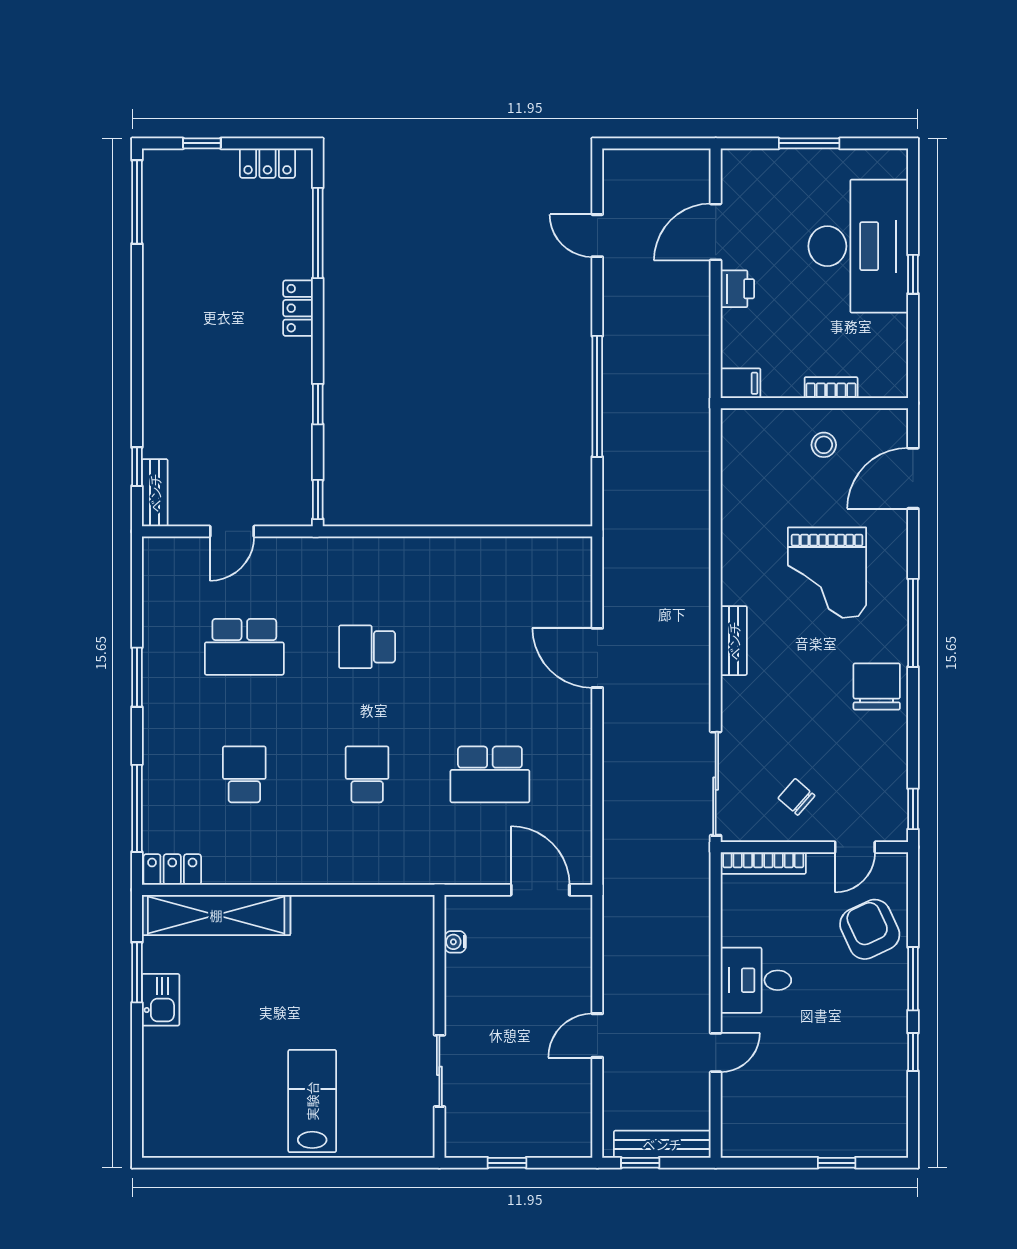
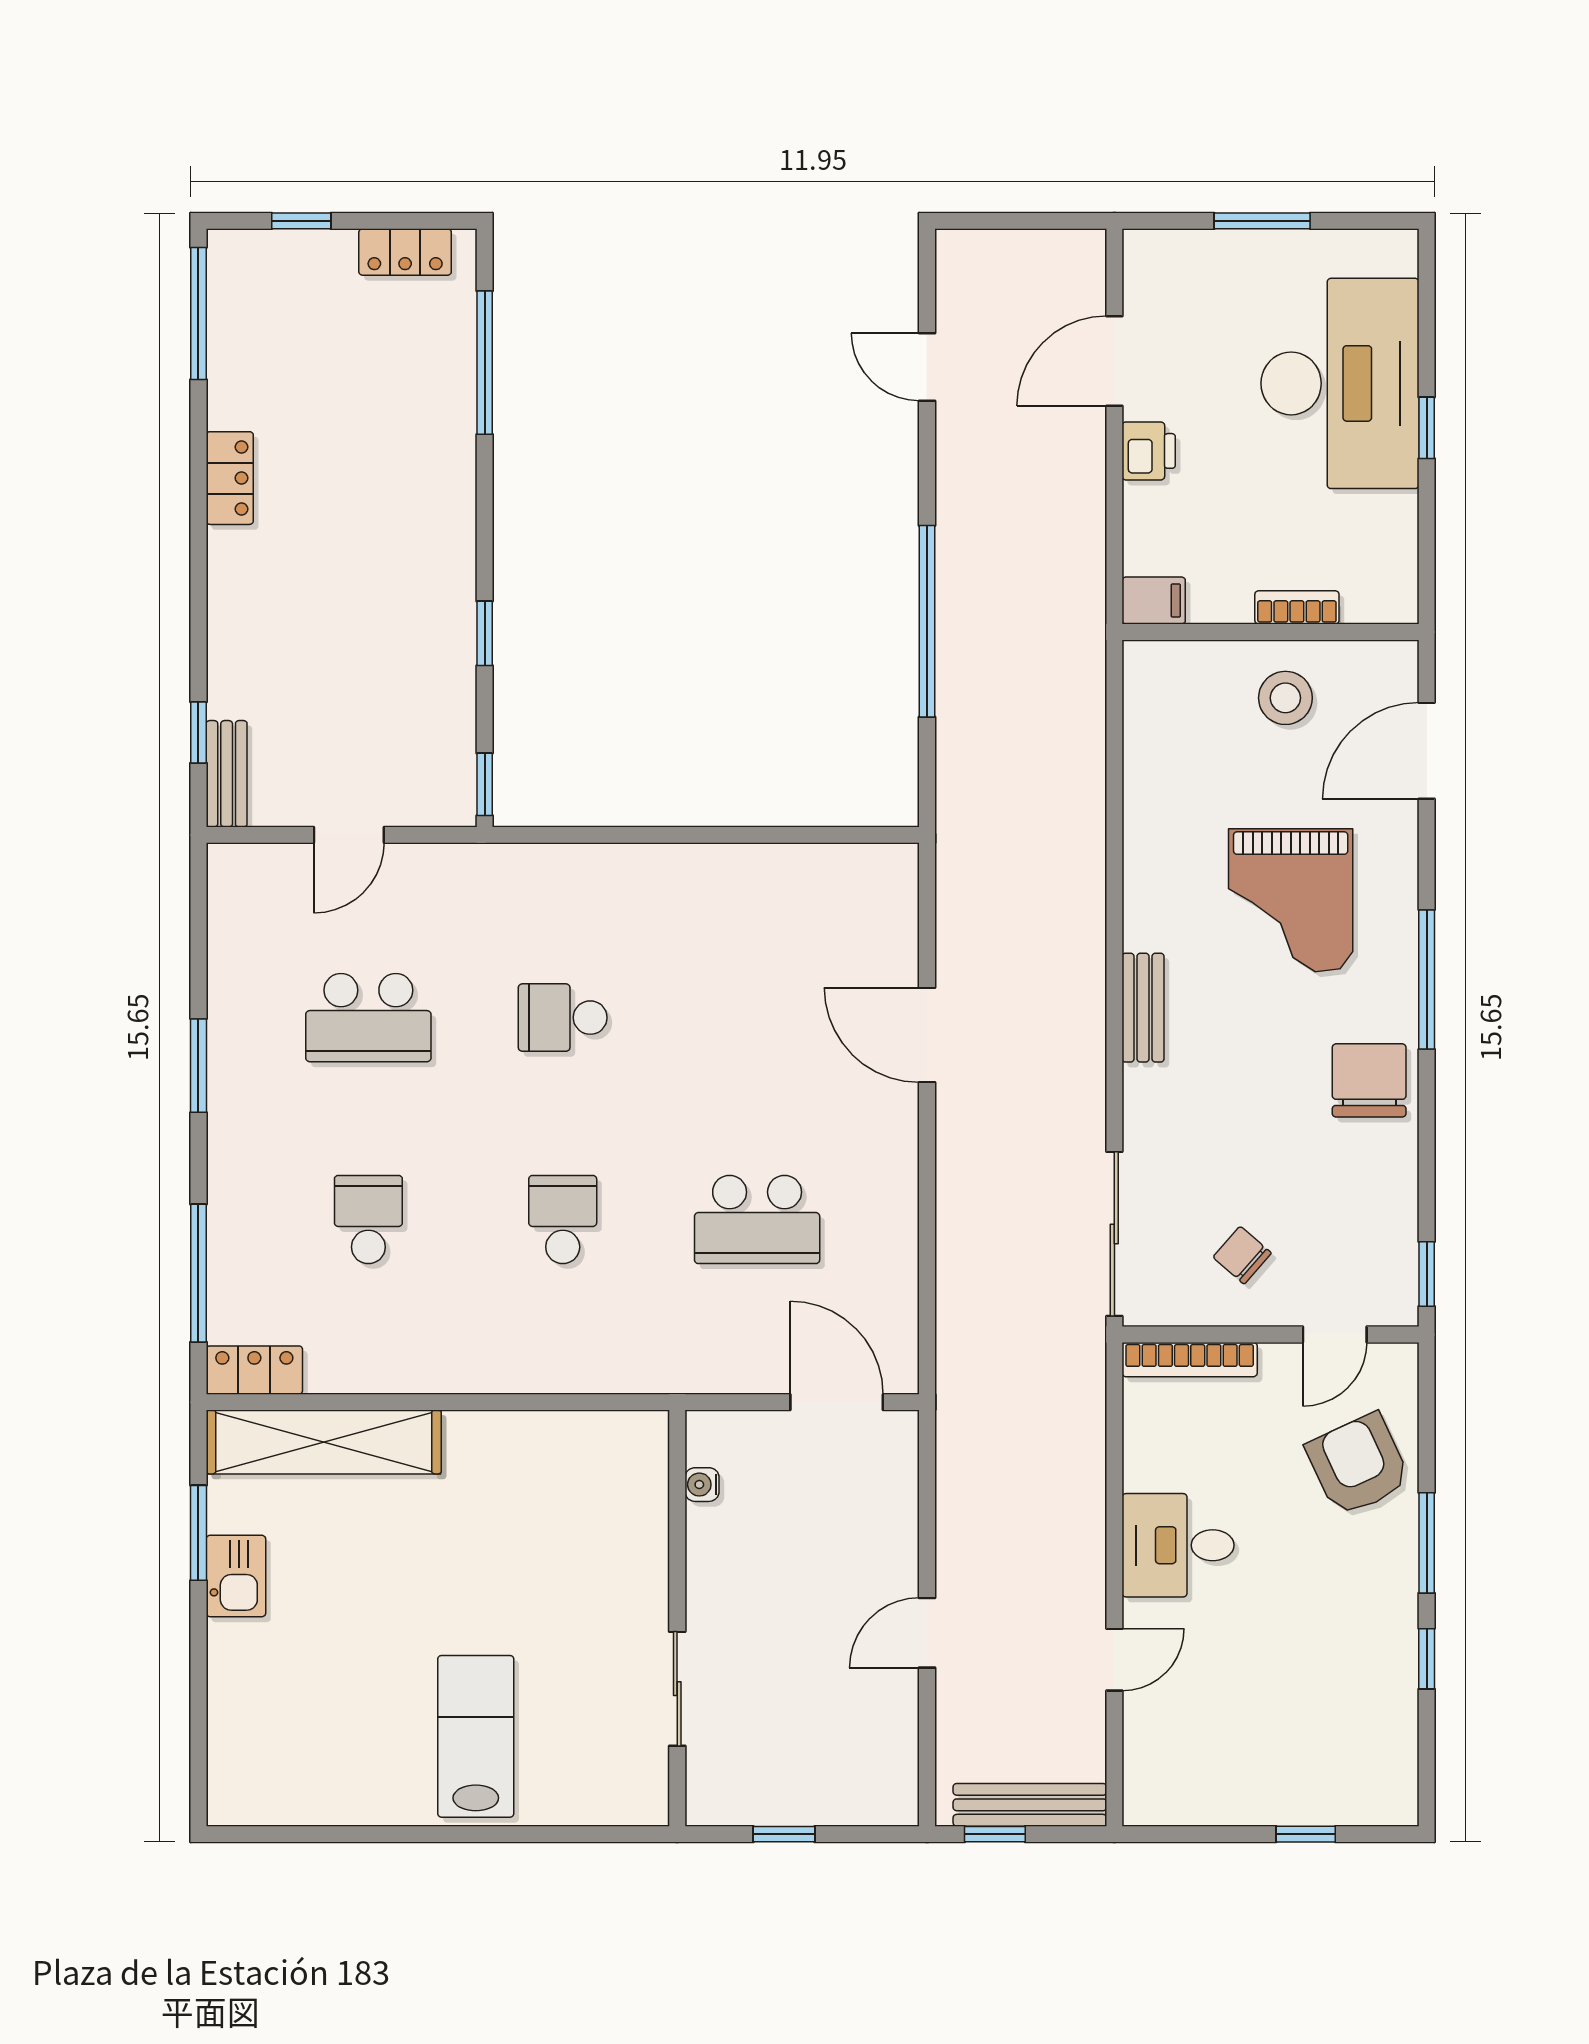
locker: (298, 308) -> (230, 478), moved, turned 180
stool: (824, 445) -> (1285, 698), width x1.37, depth x1.37

